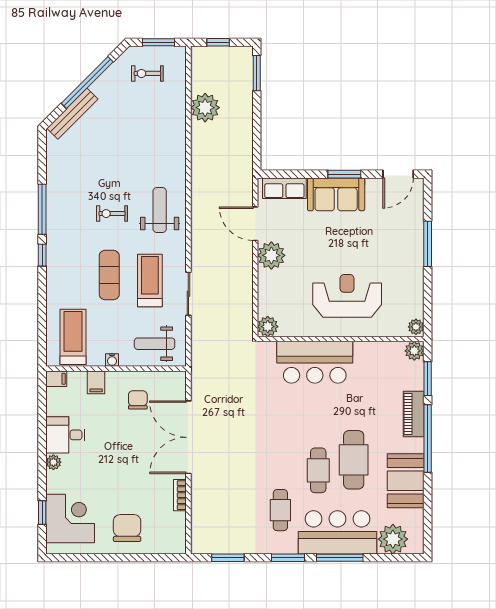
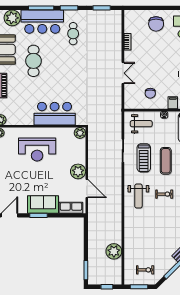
double door: (188, 437) -> (123, 73), width x0.54
cafe table: (318, 470) -> (53, 55), removed

